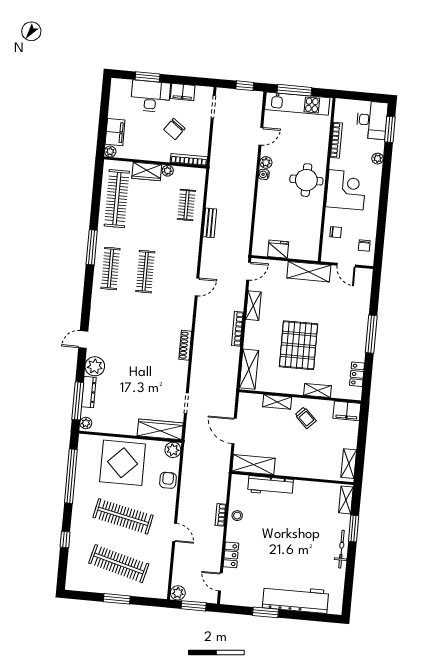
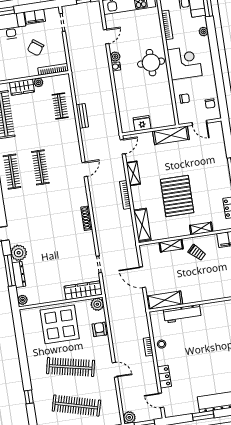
window: (78, 401) -> (10, 270), moved
window: (71, 476) -> (21, 345), removed

